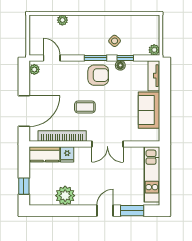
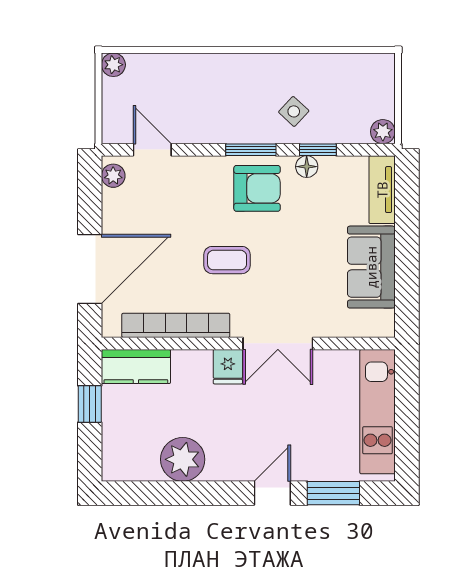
plant: (62, 20) -> (113, 65), moved
fridge: (67, 154) -> (228, 367), moved
window: (24, 186) -> (90, 404), moved

